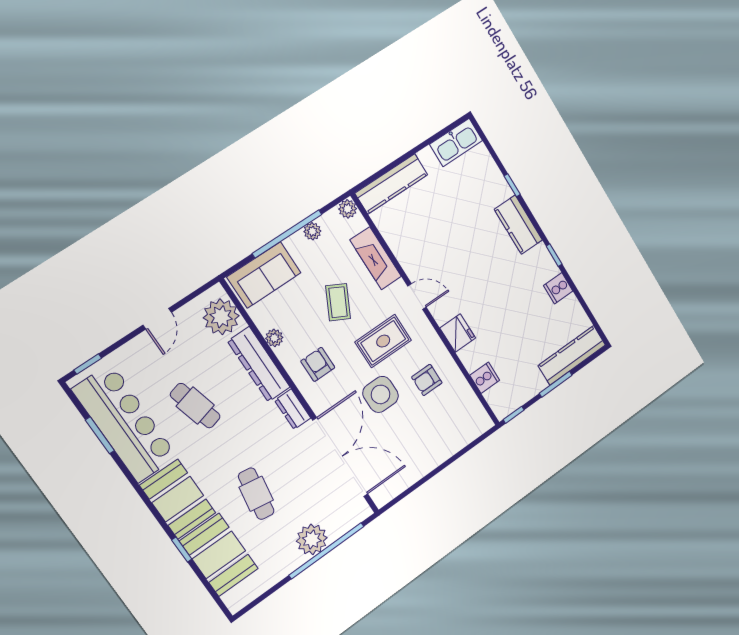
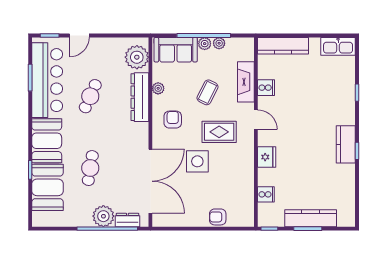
plant: (348, 209) -> (205, 44), moved
kitchen counter: (518, 225) -> (346, 144), moved
cooker: (558, 288) -> (266, 88), moved, turned 180
door: (157, 319) -> (79, 36), moved
kitchen counter: (572, 355) -> (311, 218), moved
armchair: (427, 380) -> (218, 217), moved
cafe table: (195, 406) -> (90, 96), turned 39
dresser: (293, 409) -> (127, 220), moved, turned 90

